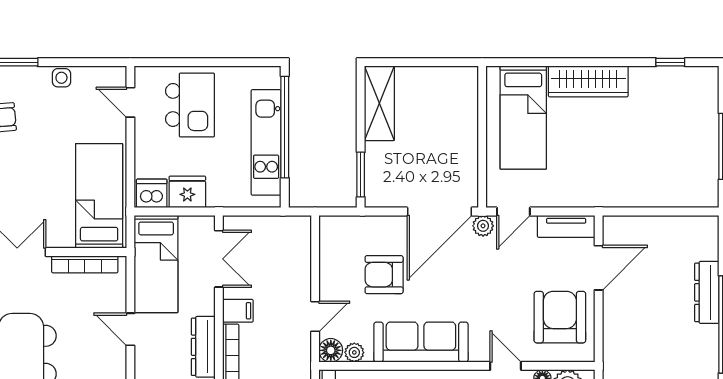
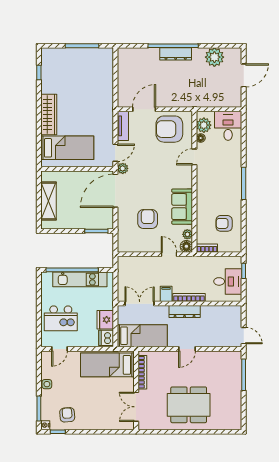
shelving: (379, 103) -> (48, 201), moved, turned 90
kitchen island: (190, 105) -> (61, 318), turned 180
door: (439, 212) -> (115, 191), swing flipped
door: (513, 212) -> (115, 153), hinge flipped
door: (599, 268) -> (144, 109), hinge flipped
armchair: (384, 275) -> (148, 219), turned 180
dresser: (707, 292) -> (176, 54), moved
door: (130, 329) -> (187, 349), moved
sofa: (421, 342) -> (182, 207), width x0.73

